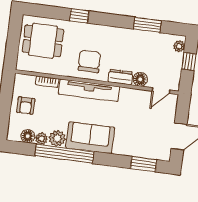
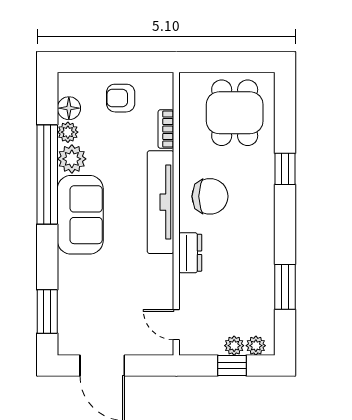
plant: (178, 59) -> (234, 346), added
floor lamp: (140, 79) -> (191, 287), removed

